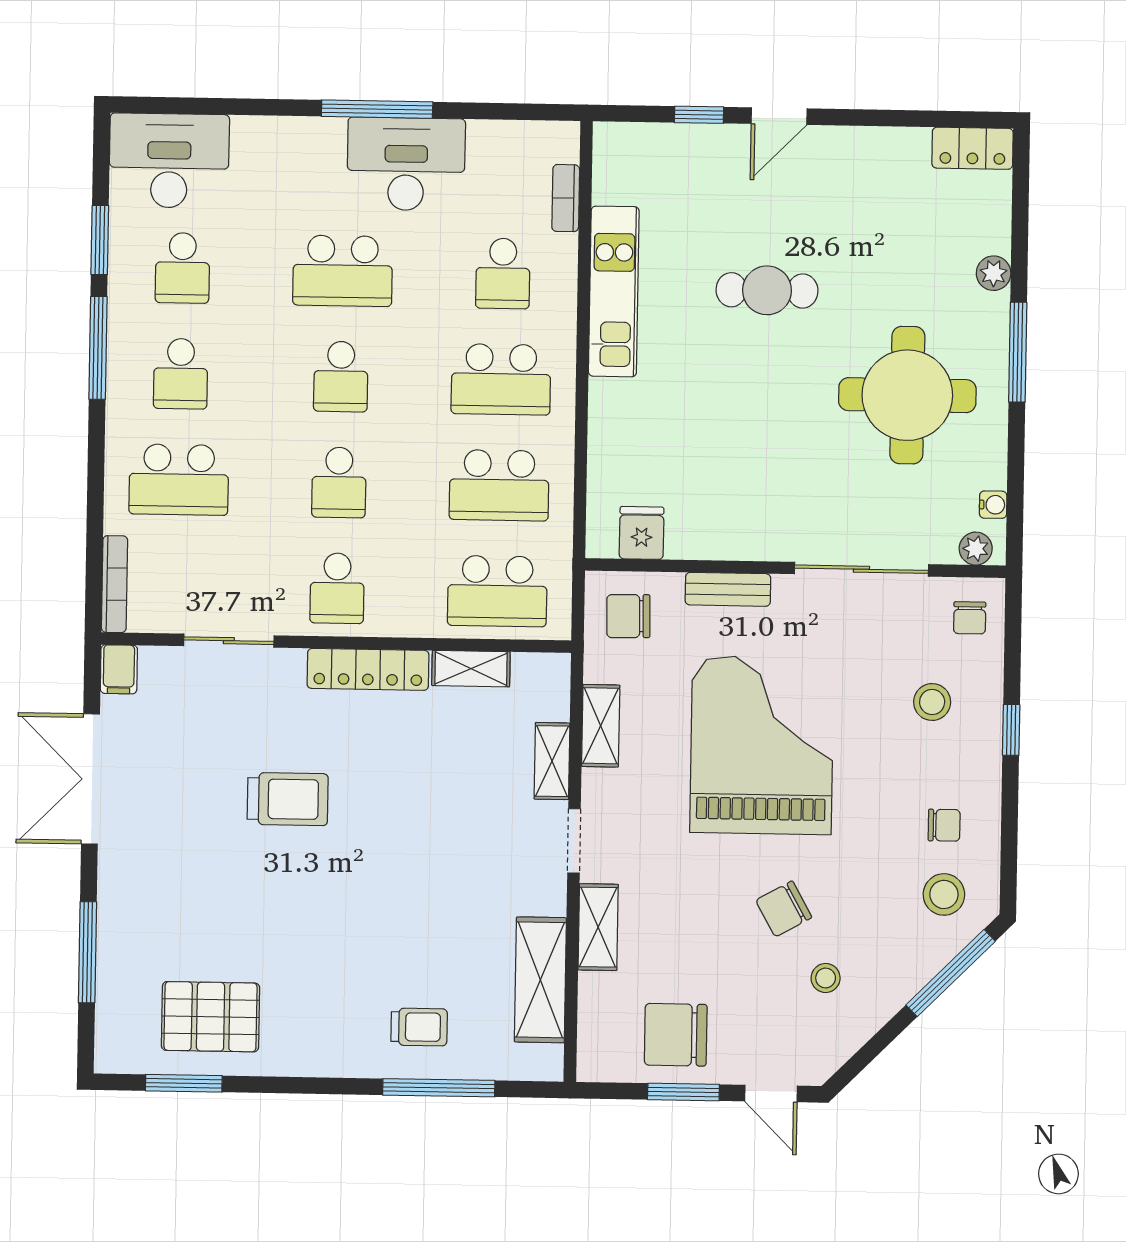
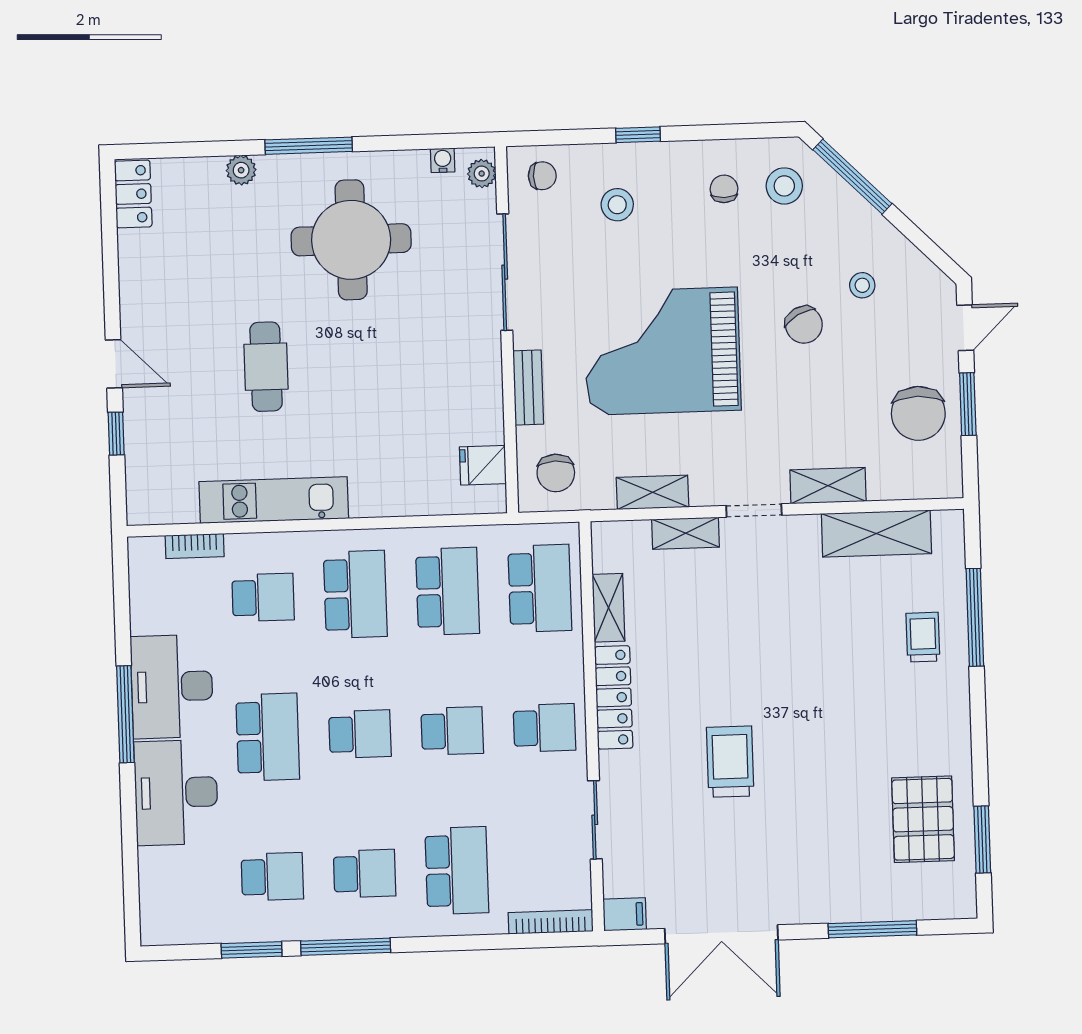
desk: (169, 161) -> (176, 793), moved

